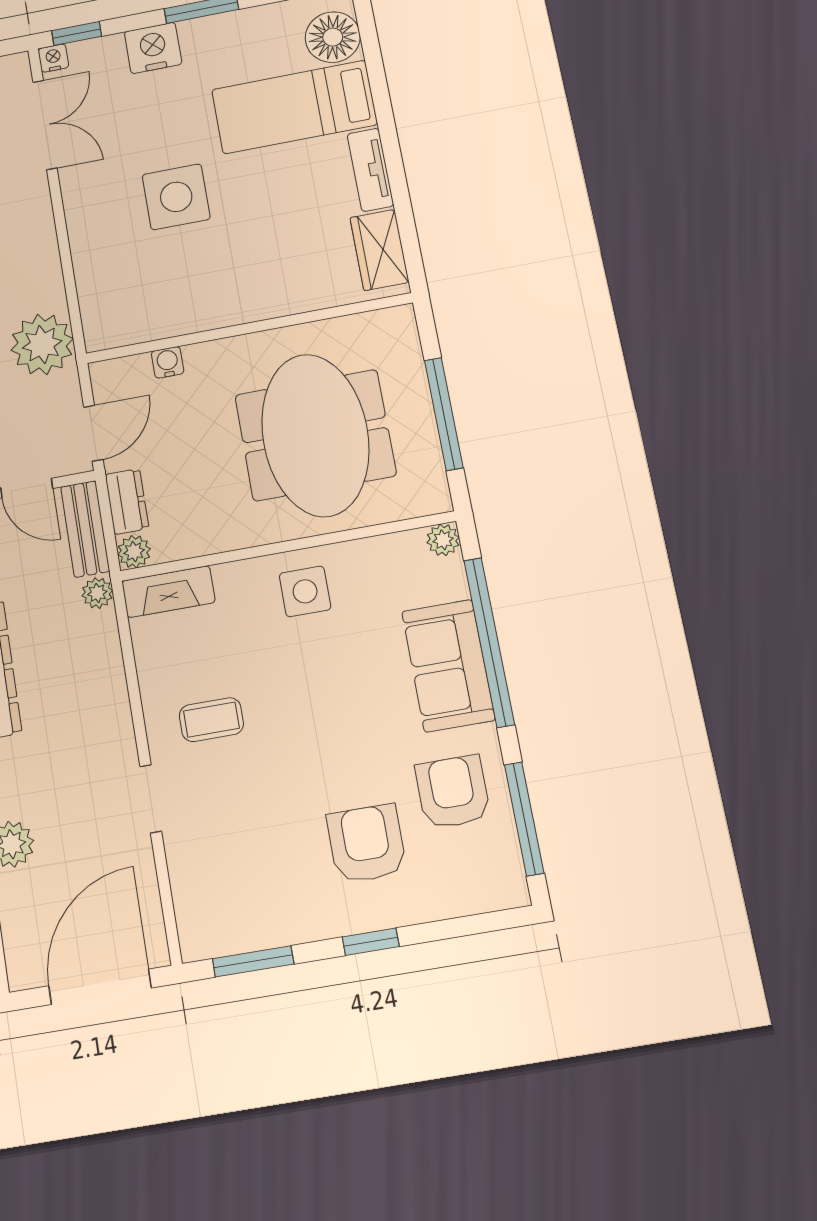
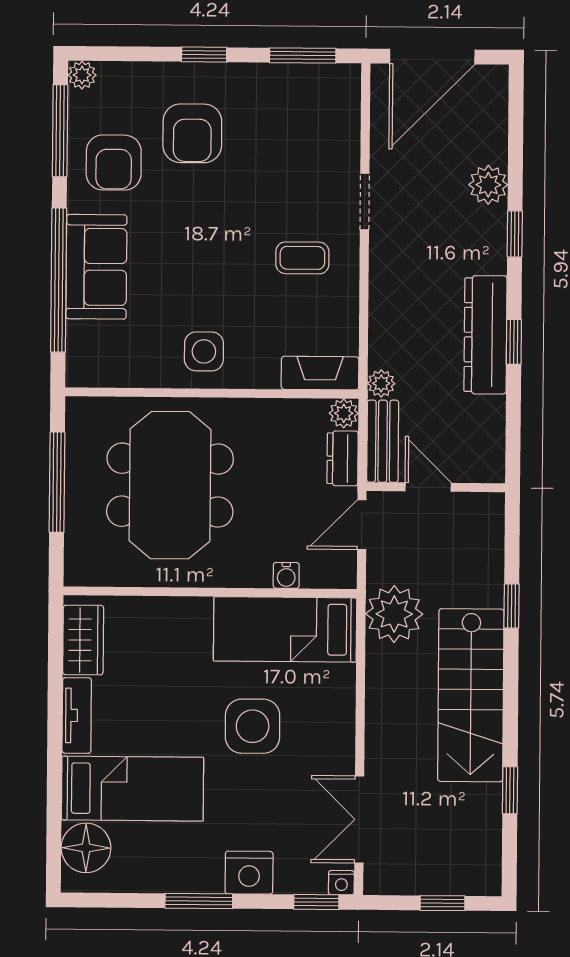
bed: (159, 305) -> (285, 629), added
plant: (443, 540) -> (82, 75), moved

